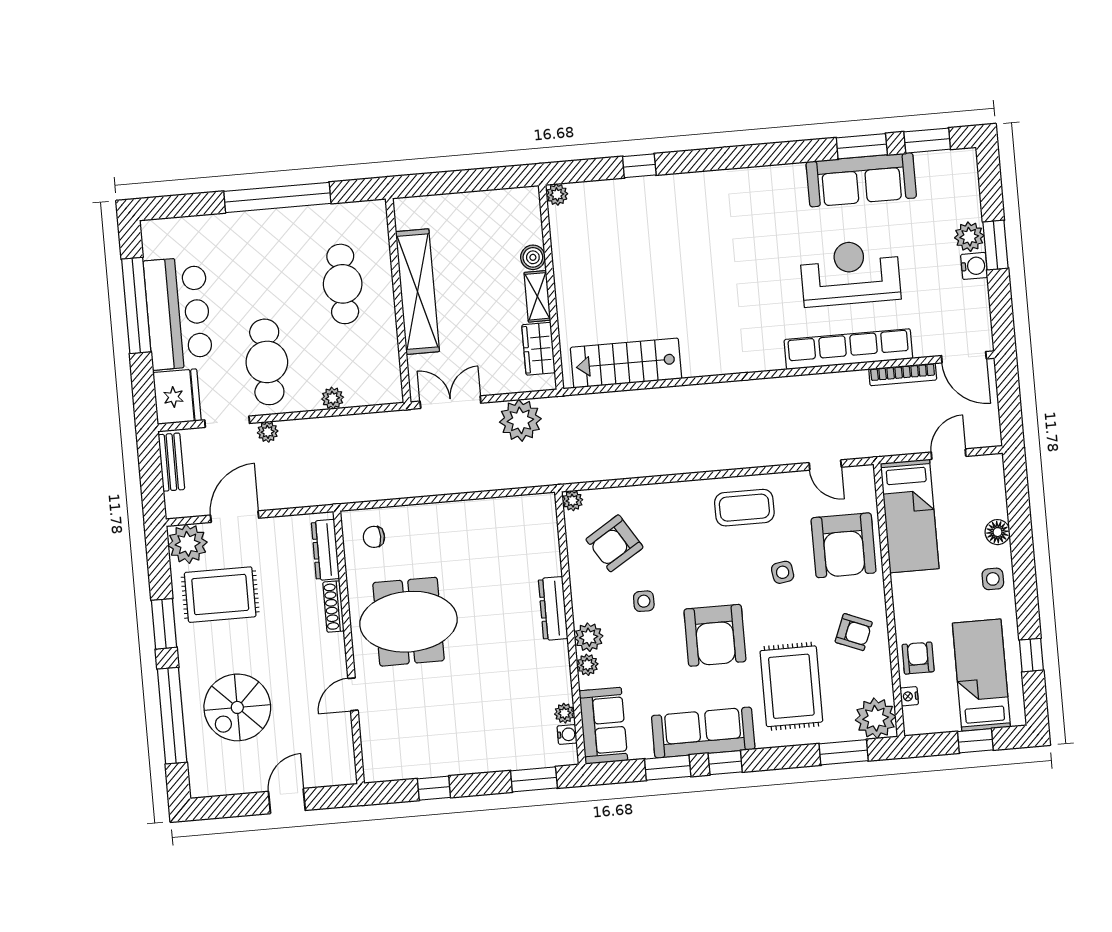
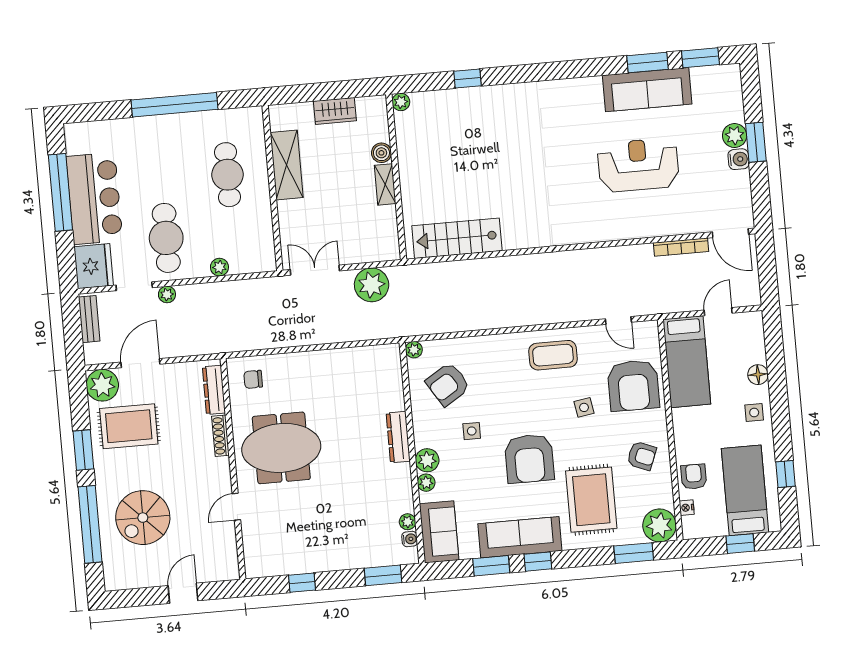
shelving: (417, 292) -> (287, 165), width x0.68
wardrobe: (538, 349) -> (335, 111), moved, turned -90
row of seats: (848, 349) -> (637, 227), removed

